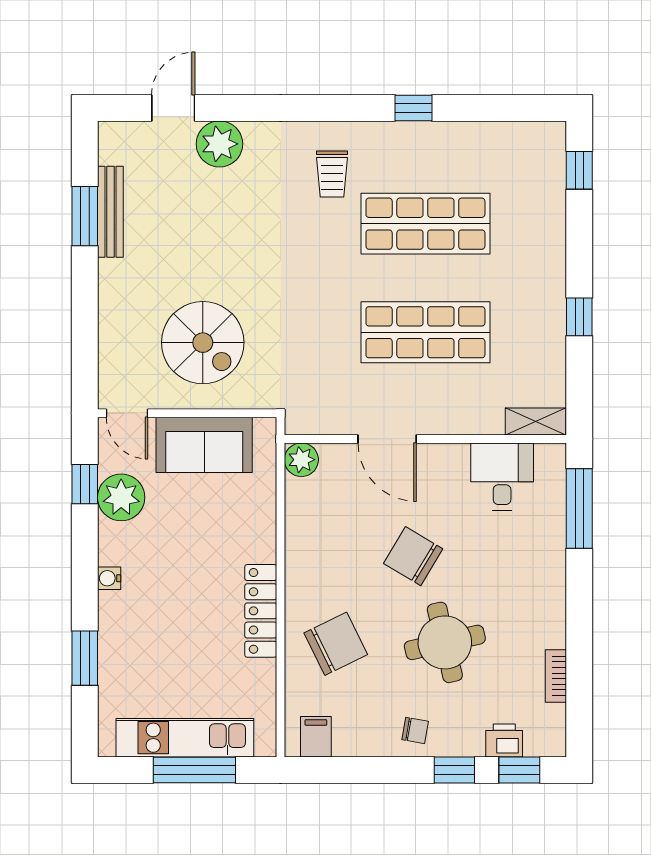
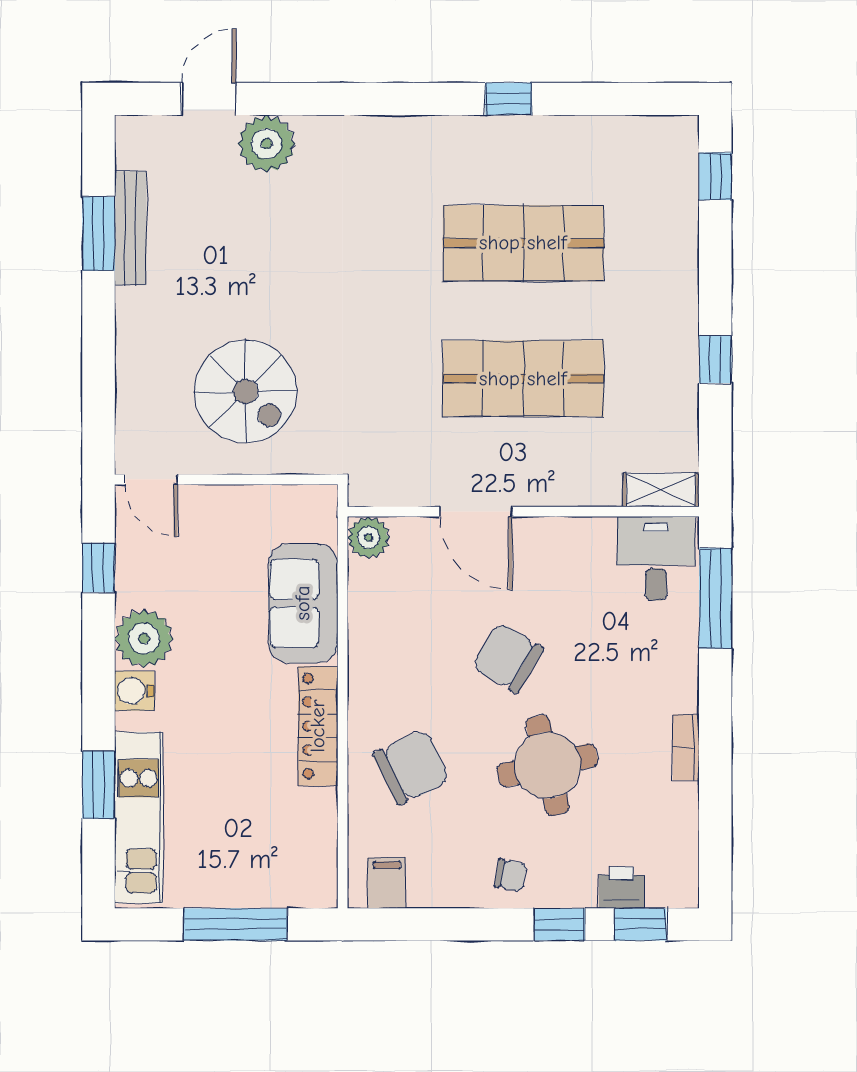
trolley: (332, 174) -> (407, 181), removed
sofa: (204, 445) -> (303, 603), moved, turned 90
desk: (502, 476) -> (656, 558), moved
plant: (121, 497) -> (144, 639), moved
water cooler: (109, 578) -> (134, 691), width x1.38, depth x1.38
bookcase: (556, 676) -> (686, 747), moved
kitchen unit: (185, 738) -> (139, 818), moved, turned 90

